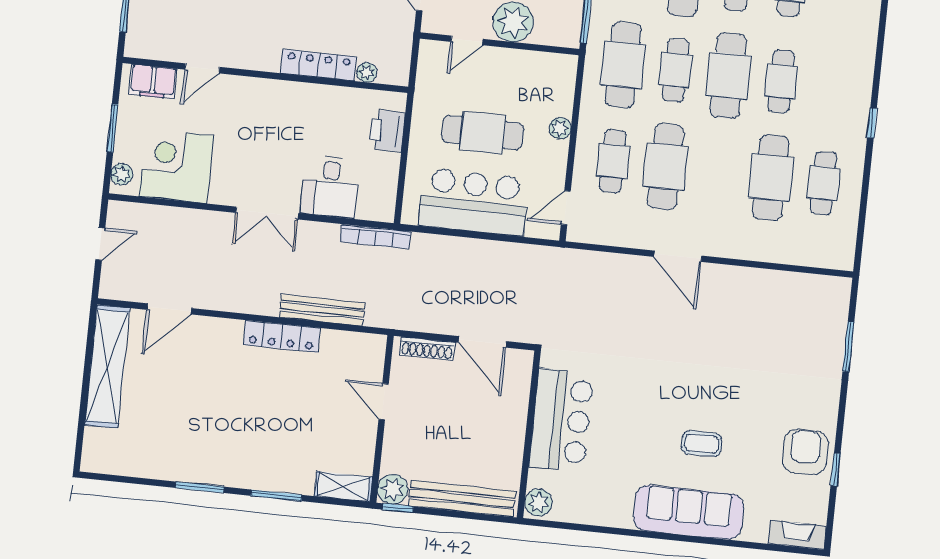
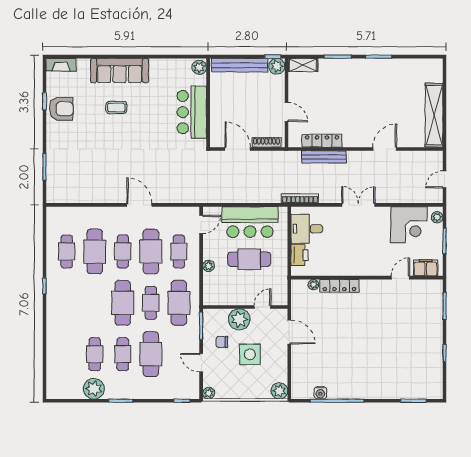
cafe table: (781, 81) -> (123, 251), moved
desk: (330, 187) -> (307, 229), moved, turned -90
door: (169, 309) -> (385, 149), moved
locker: (281, 336) -> (322, 141), moved
armchair: (805, 452) -> (61, 109), turned -89

